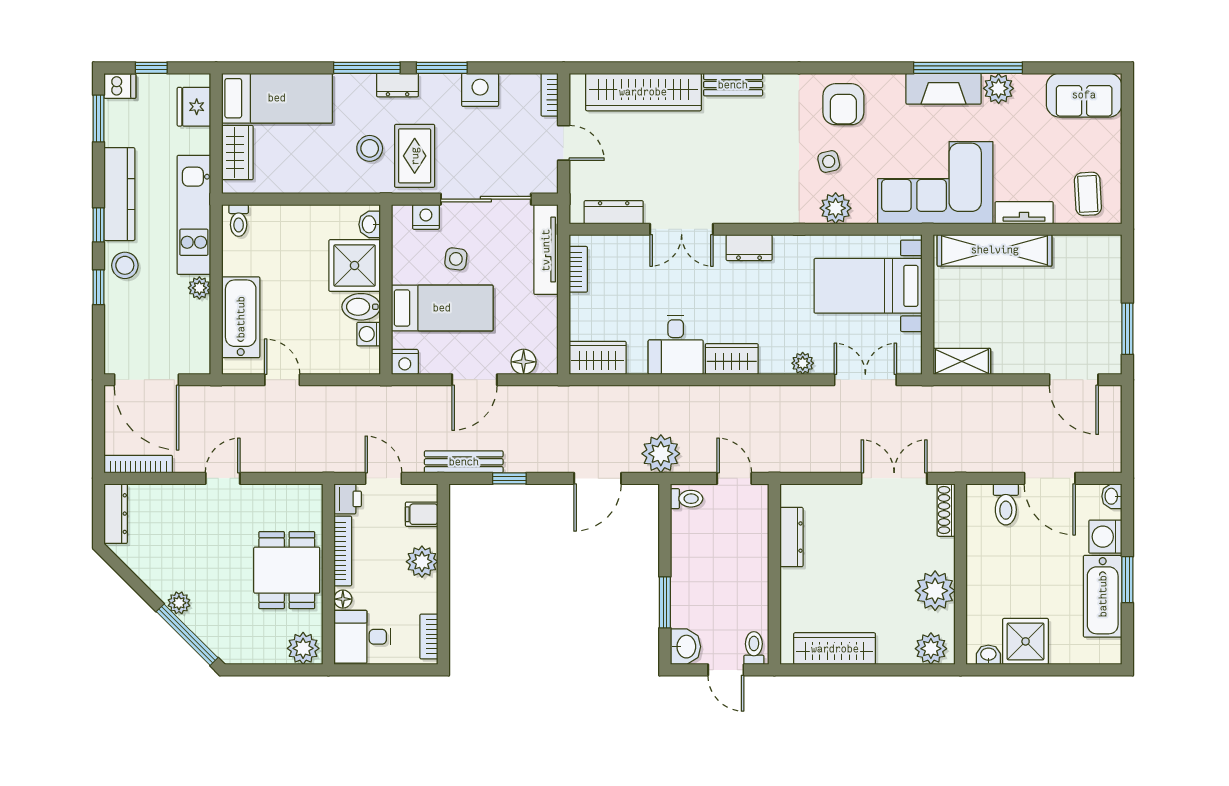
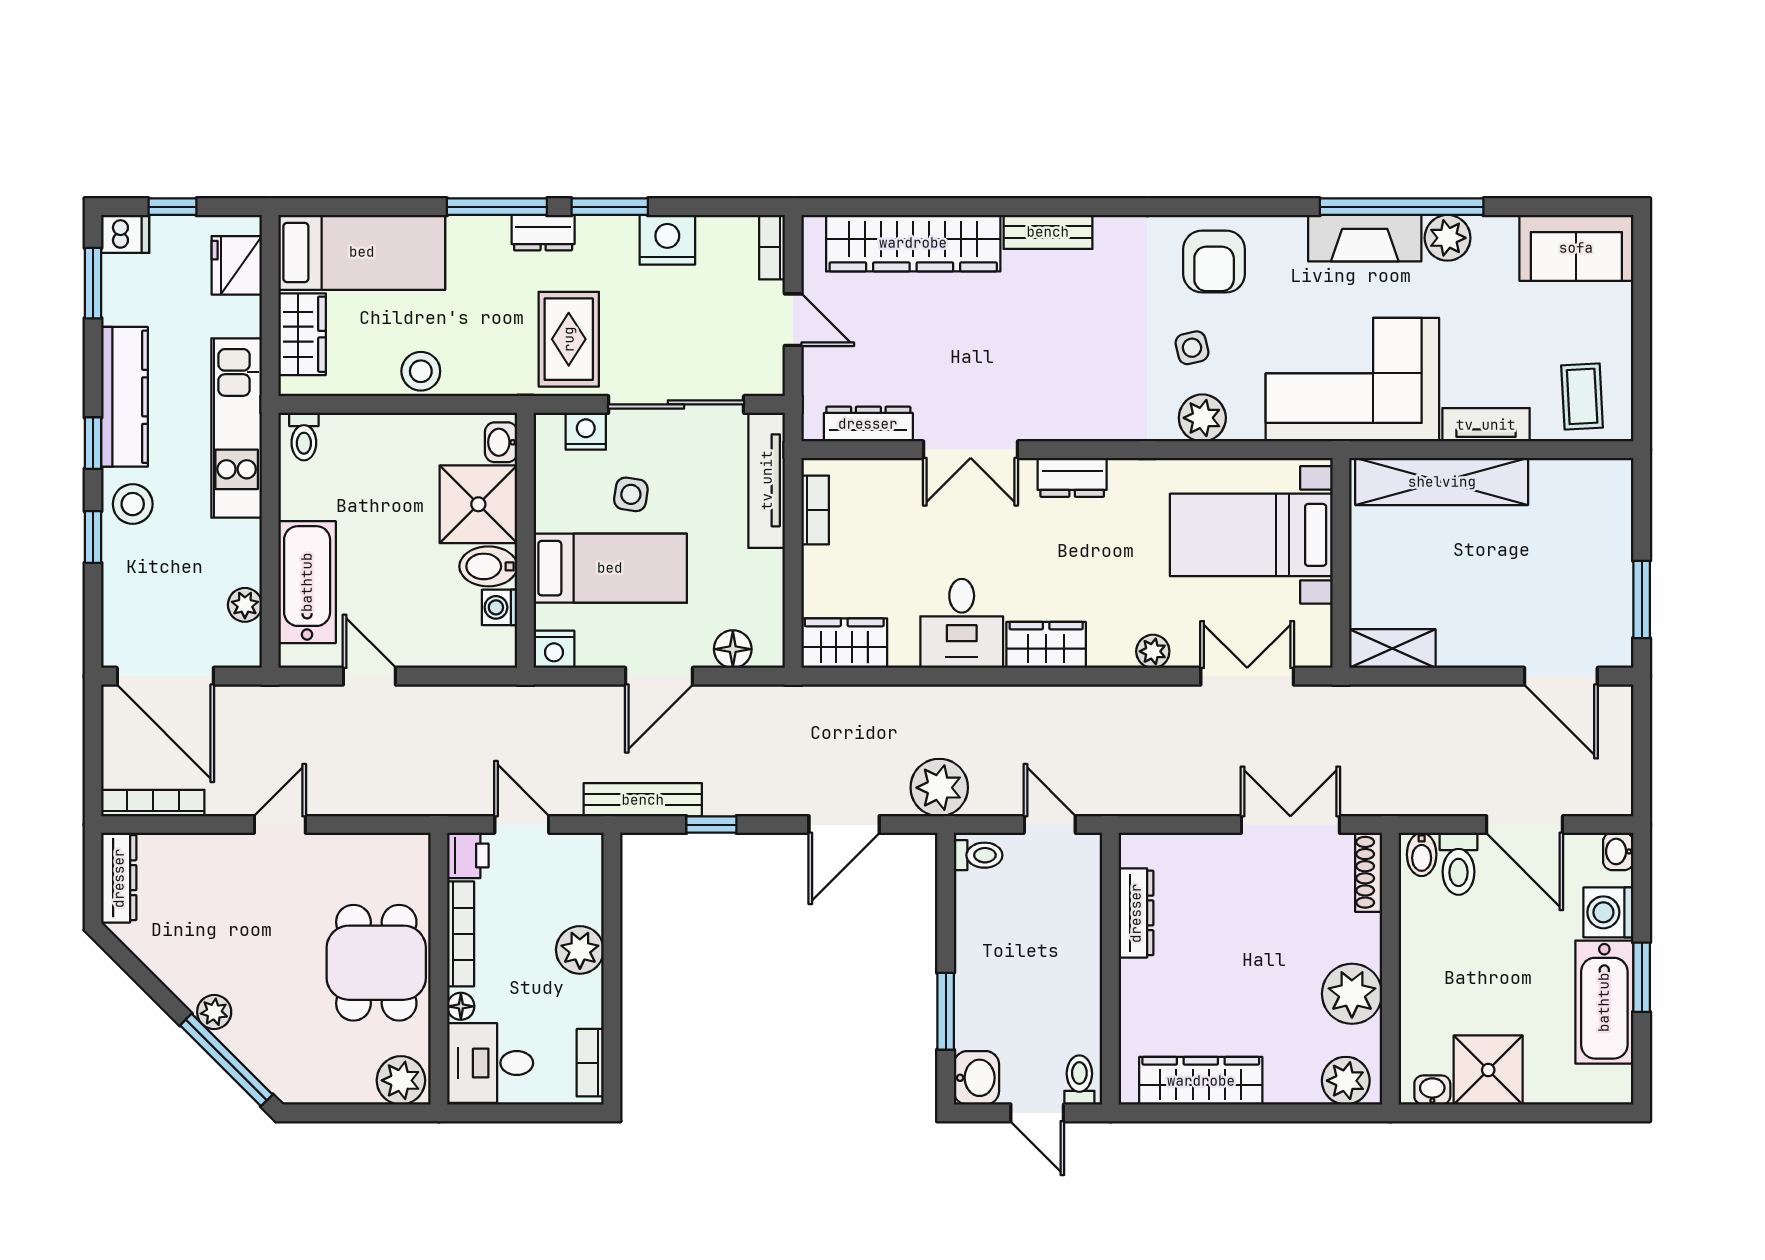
stool: (370, 148) -> (421, 371), moved
plant: (199, 288) -> (245, 605), moved
bidet: (981, 498) -> (1422, 854), added
filing cabinet: (422, 514) -> (579, 879), removed

